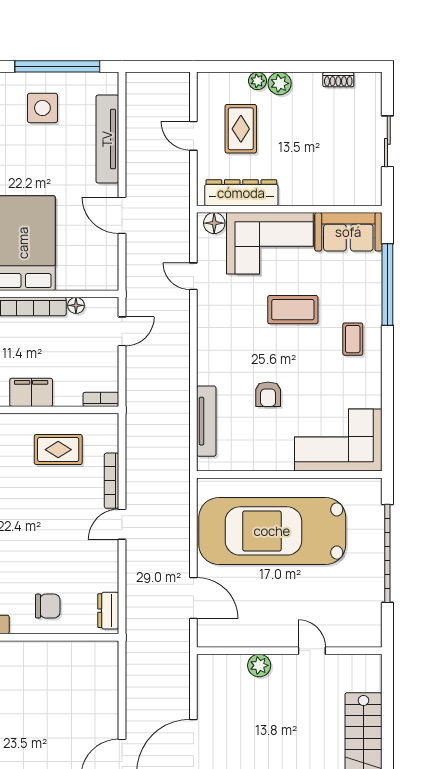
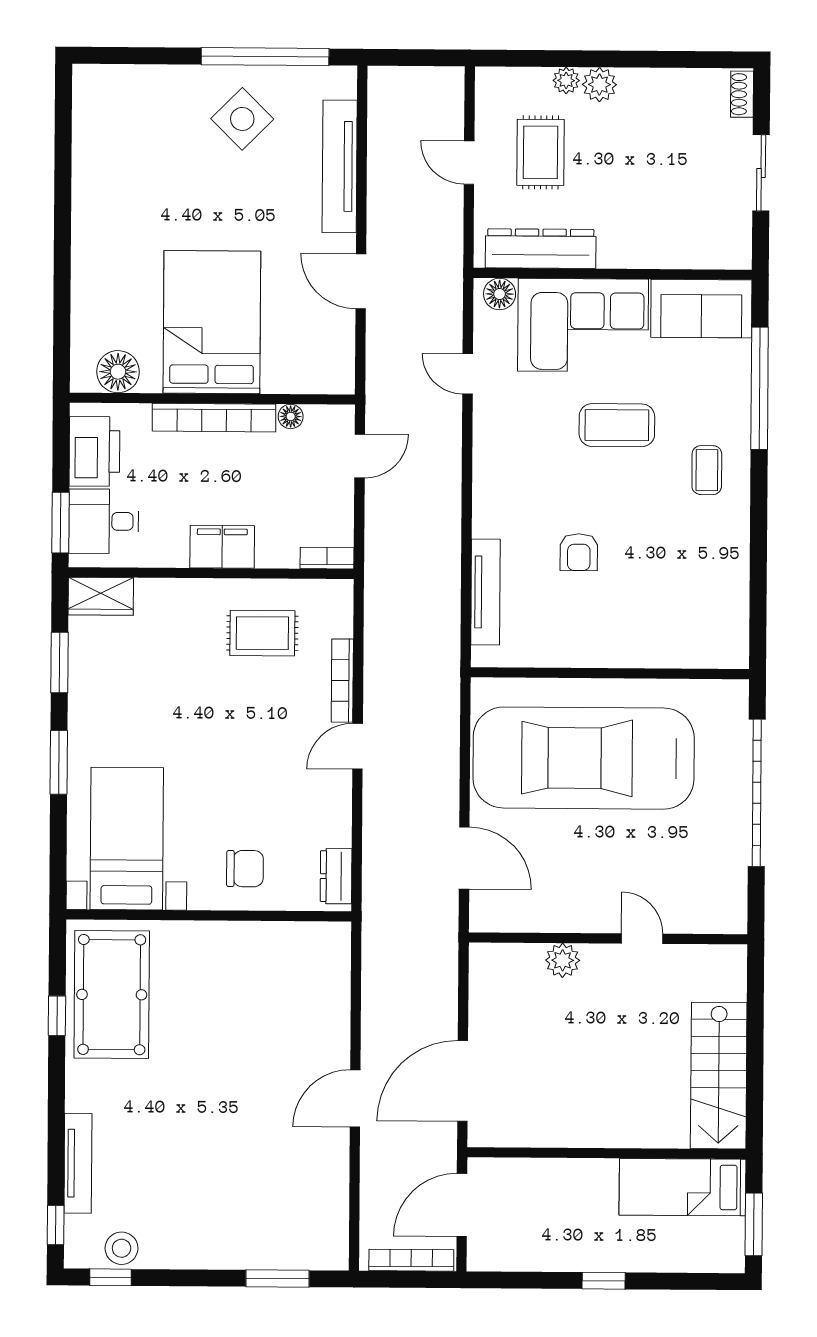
shoe rack: (338, 79) -> (742, 94), moved, turned 90
side table: (42, 108) -> (242, 119), turned 45
corner sofa: (338, 440) -> (684, 622), removed

